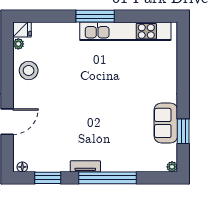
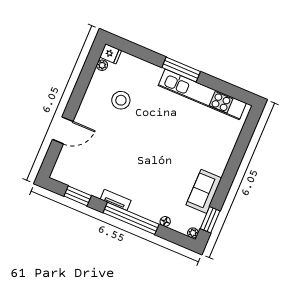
stool: (29, 71) -> (121, 100), moved
window: (183, 131) -> (210, 220), moved
floor lamp: (22, 167) -> (165, 221), moved

